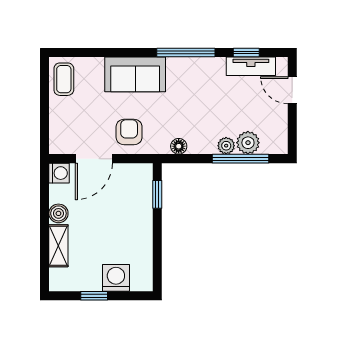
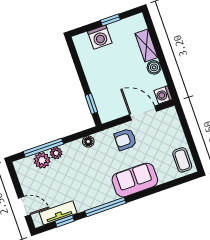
armchair: (129, 132) -> (125, 139), turned 90
door: (94, 159) -> (143, 113), hinge flipped

